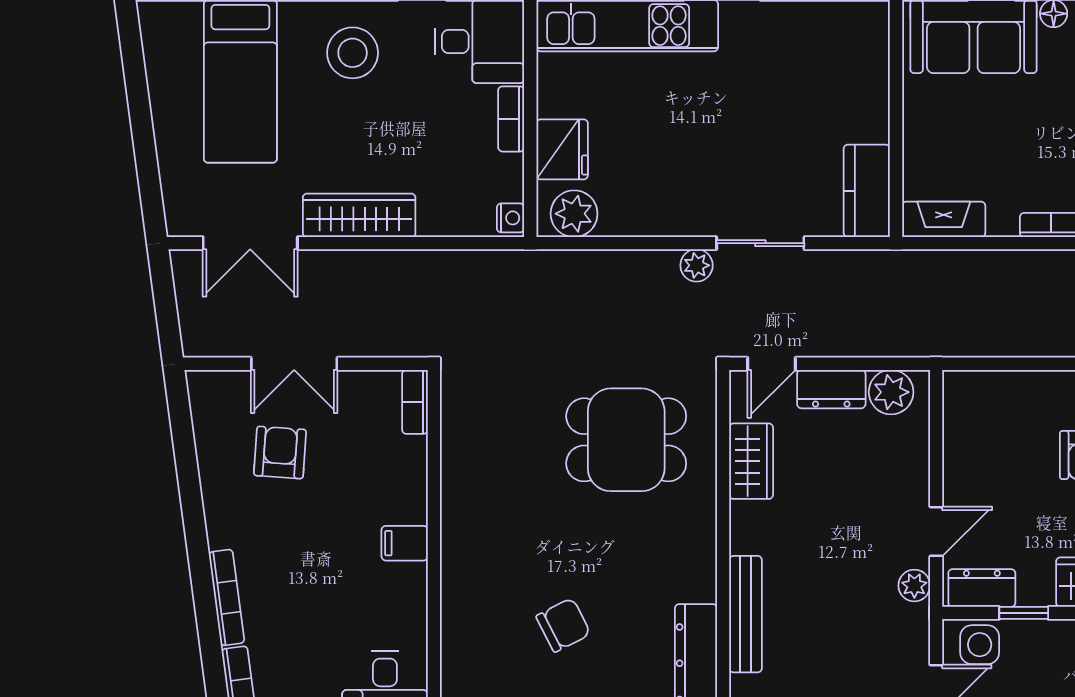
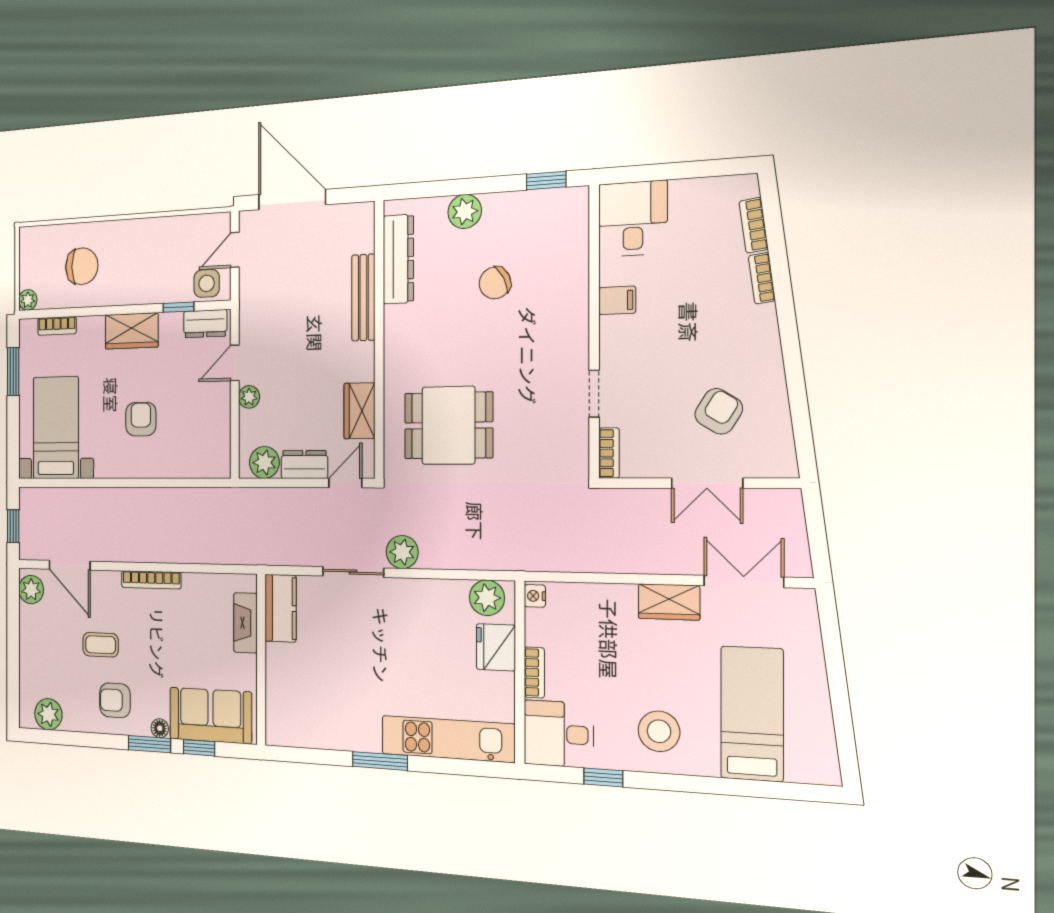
wardrobe: (359, 215) -> (669, 602), width x0.67
fireplace: (944, 219) -> (245, 623), moved, turned 90
plant: (697, 265) -> (402, 552), width x1.38, depth x1.38
double door: (294, 364) -> (707, 483), swing flipped
armchair: (280, 453) -> (719, 411), turned -152
doorway: (434, 478) -> (594, 394), added
filing cabinet: (405, 543) -> (617, 300), moved
plant: (914, 586) -> (249, 397), moved
bookcase: (227, 598) -> (762, 278), width x0.64

